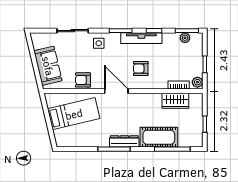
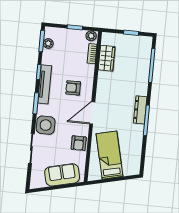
side table: (99, 43) -> (46, 125), width x1.87, depth x1.87
armchair: (141, 69) -> (73, 88), turned 90
cot: (159, 137) -> (139, 77), removed

